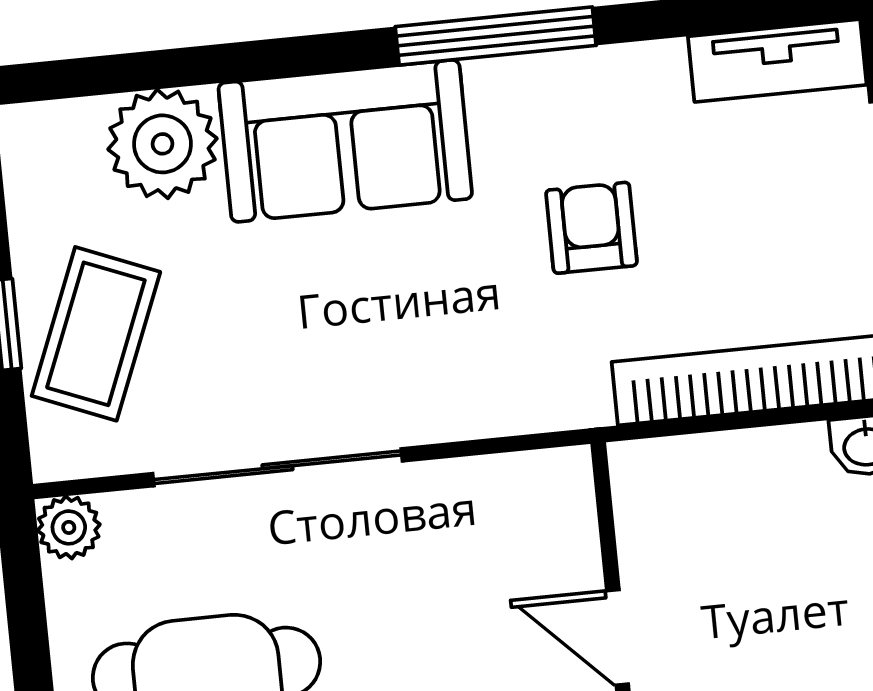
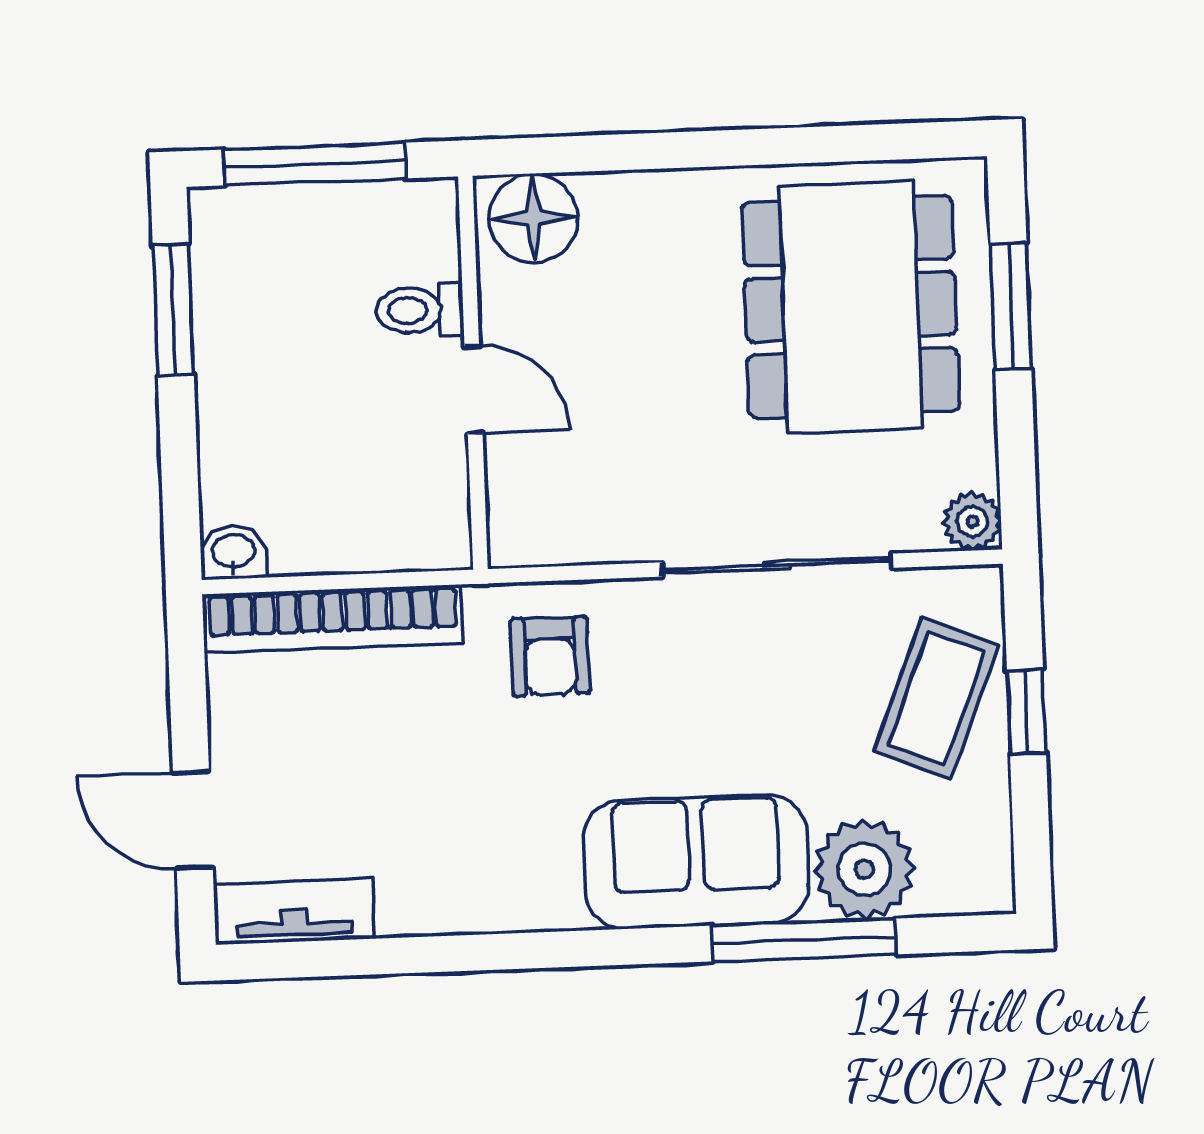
window: (496, 36) -> (804, 940), moved
armchair: (591, 228) -> (550, 656), moved

